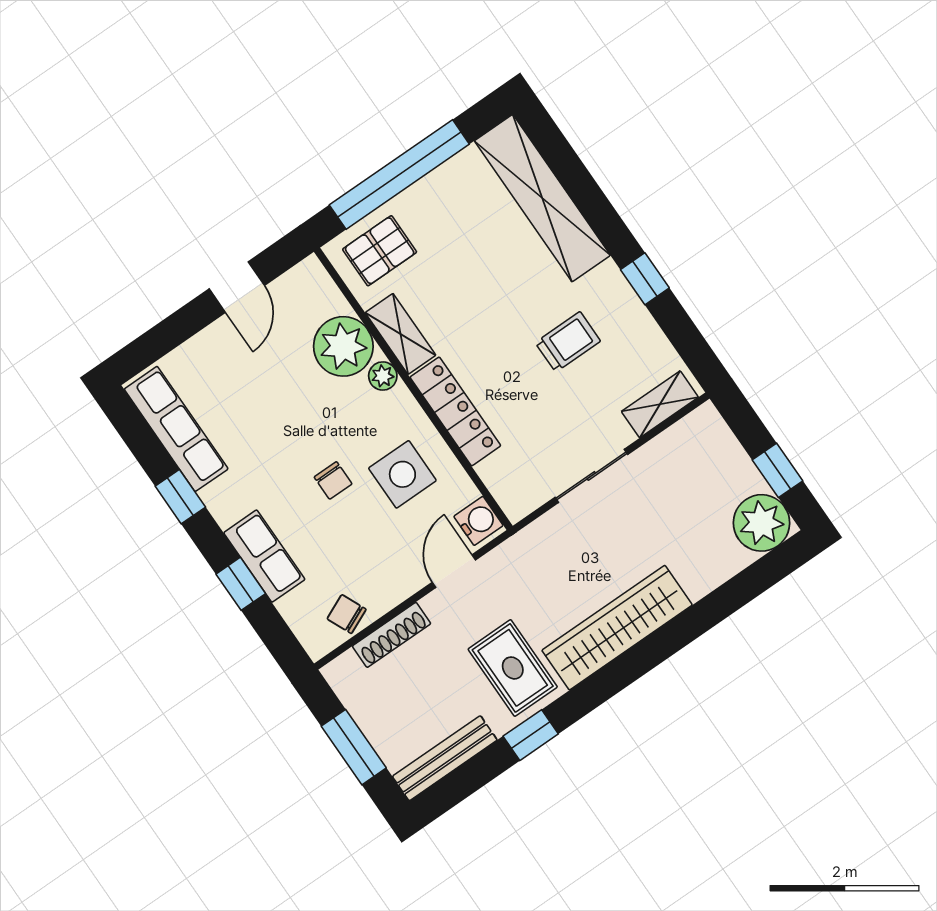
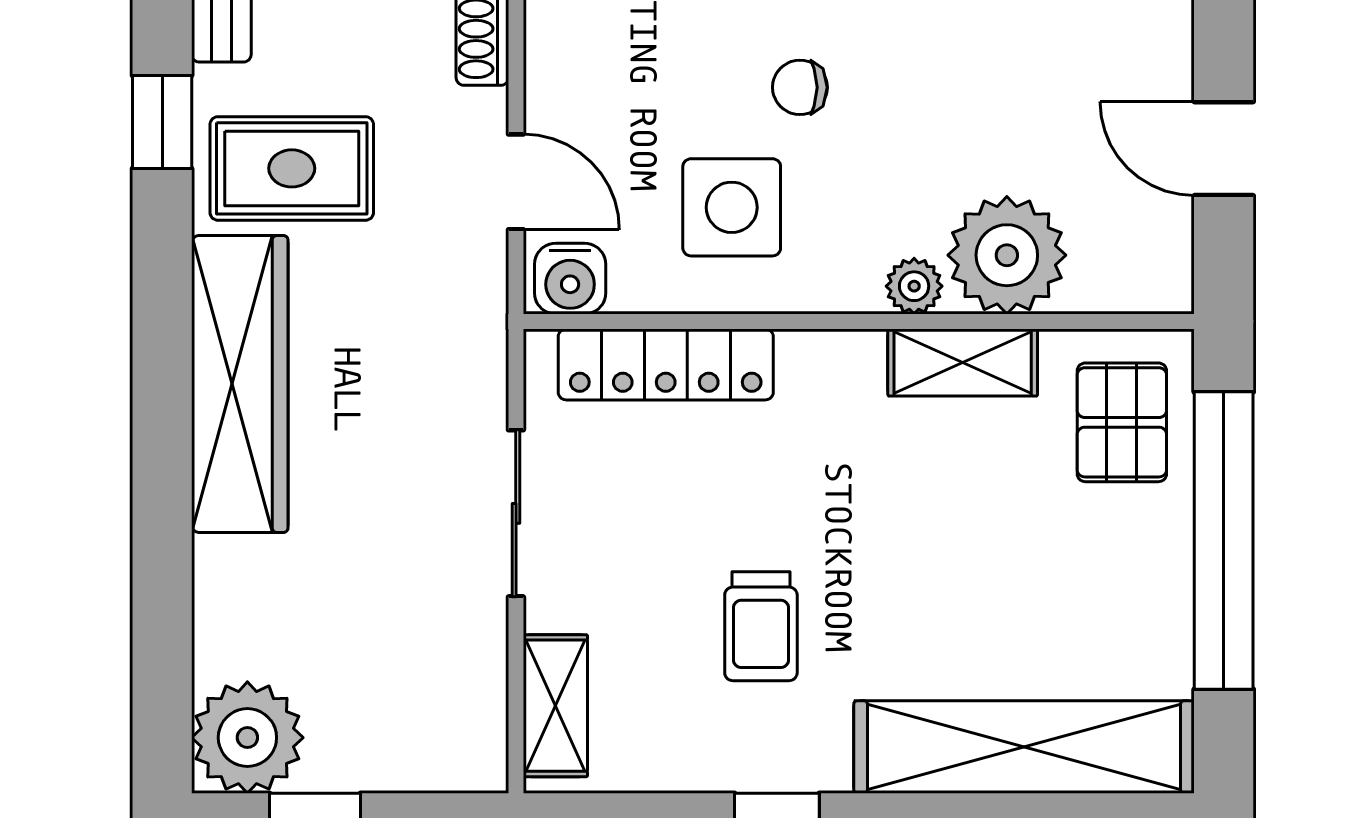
locker: (455, 411) -> (666, 364), moved

